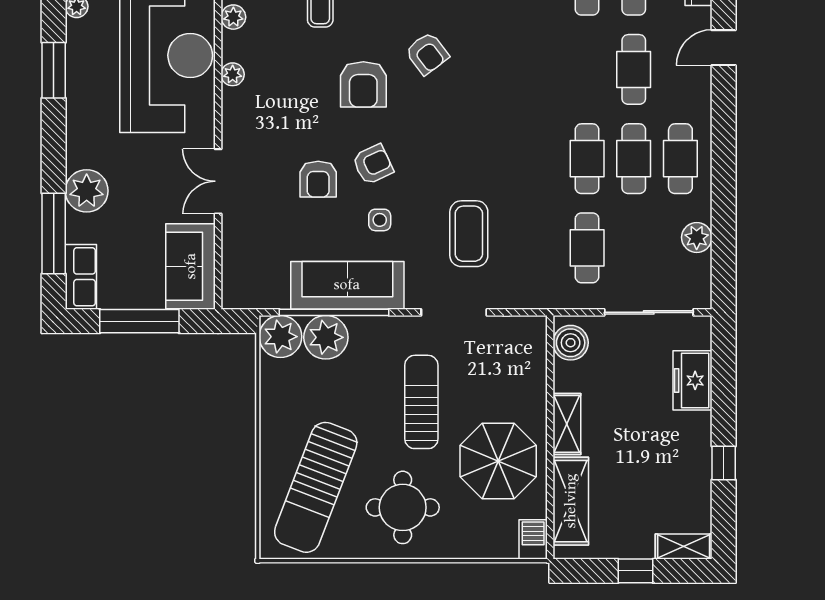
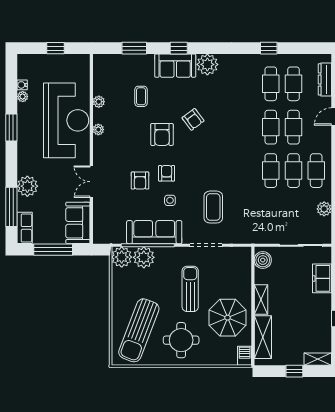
armchair: (373, 164) -> (167, 173), turned -65
cafe table: (587, 248) -> (271, 127), moved

